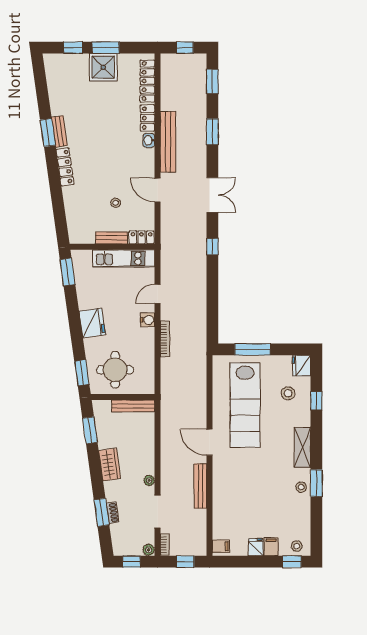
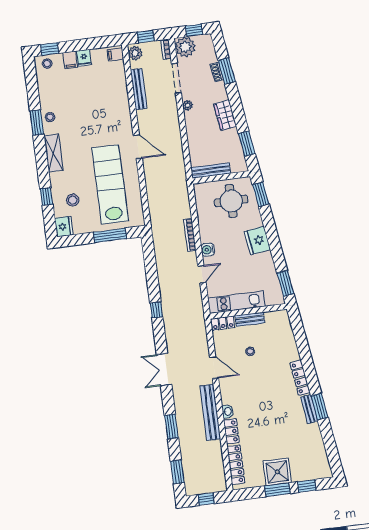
window: (212, 247) -> (156, 310), moved
bench: (200, 486) -> (139, 89), moved
plant: (199, 545) -> (135, 53), added
plant: (149, 550) -> (185, 47), width x1.88, depth x1.88

